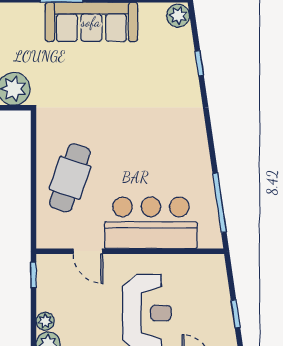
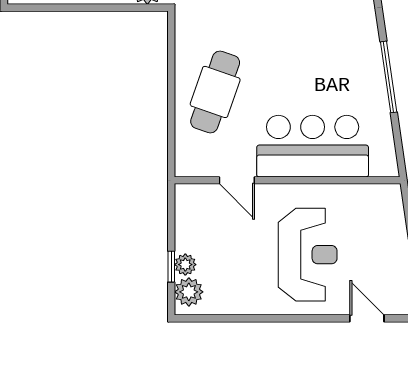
window: (219, 203) -> (389, 77), moved
window: (34, 275) -> (171, 267), moved

